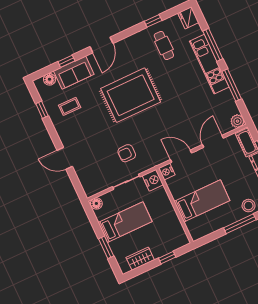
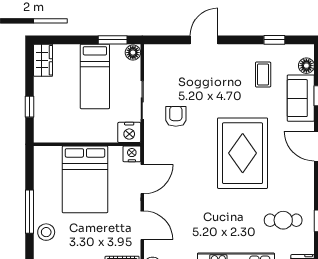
bed: (202, 201) -> (85, 179), width x1.50
window: (106, 247) -> (113, 40), moved
wardrobe: (140, 259) -> (43, 60), moved

